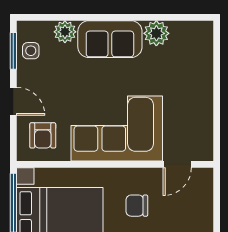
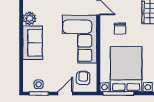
plant: (65, 32) -> (29, 66), removed
armchair: (43, 135) -> (83, 78), turned -88

